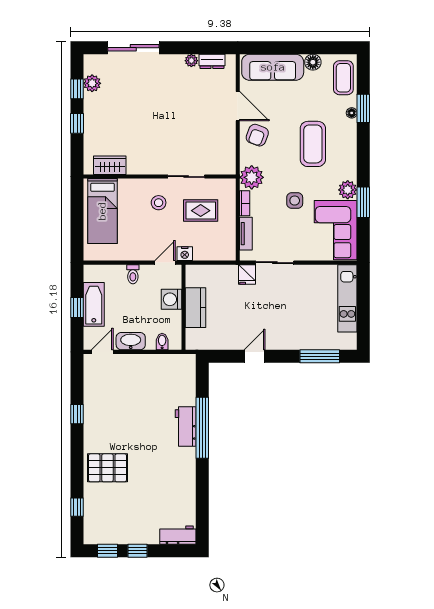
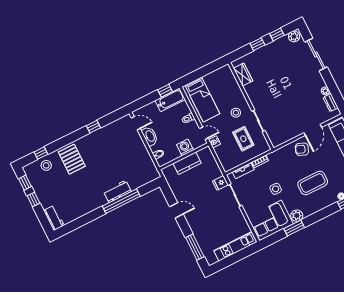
plant: (92, 83) -> (294, 36), moved
plant: (252, 177) -> (277, 158), removed
bed: (102, 211) -> (202, 99), moved, turned -90
bathtub: (94, 304) -> (170, 100), moved
window: (77, 307) -> (165, 91), moved
stool: (98, 509) -> (46, 165), added

